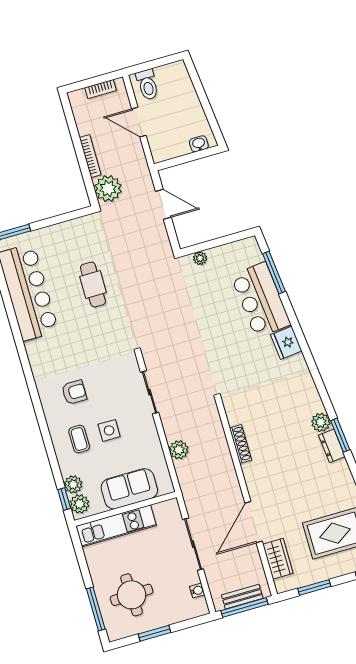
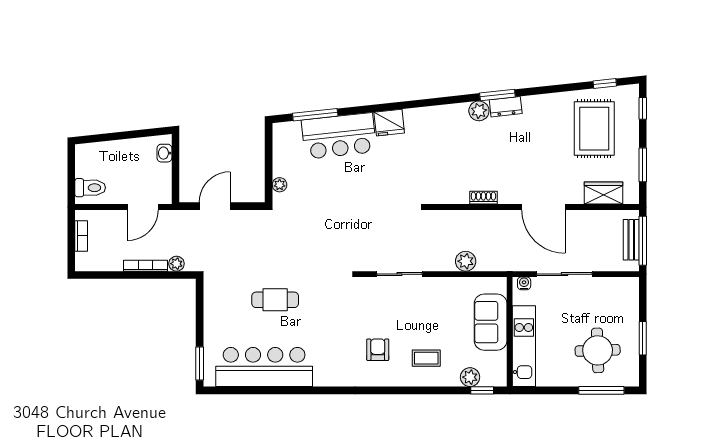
door: (139, 122) -> (143, 207), moved
plant: (108, 189) -> (176, 264), width x0.53, depth x0.53
side table: (109, 430) -> (426, 326), removed
shoe rack: (241, 444) -> (483, 198), width x0.70
plant: (80, 504) -> (491, 376), removed
door: (254, 522) -> (543, 207), moved
water cooler: (197, 591) -> (524, 283), moved

